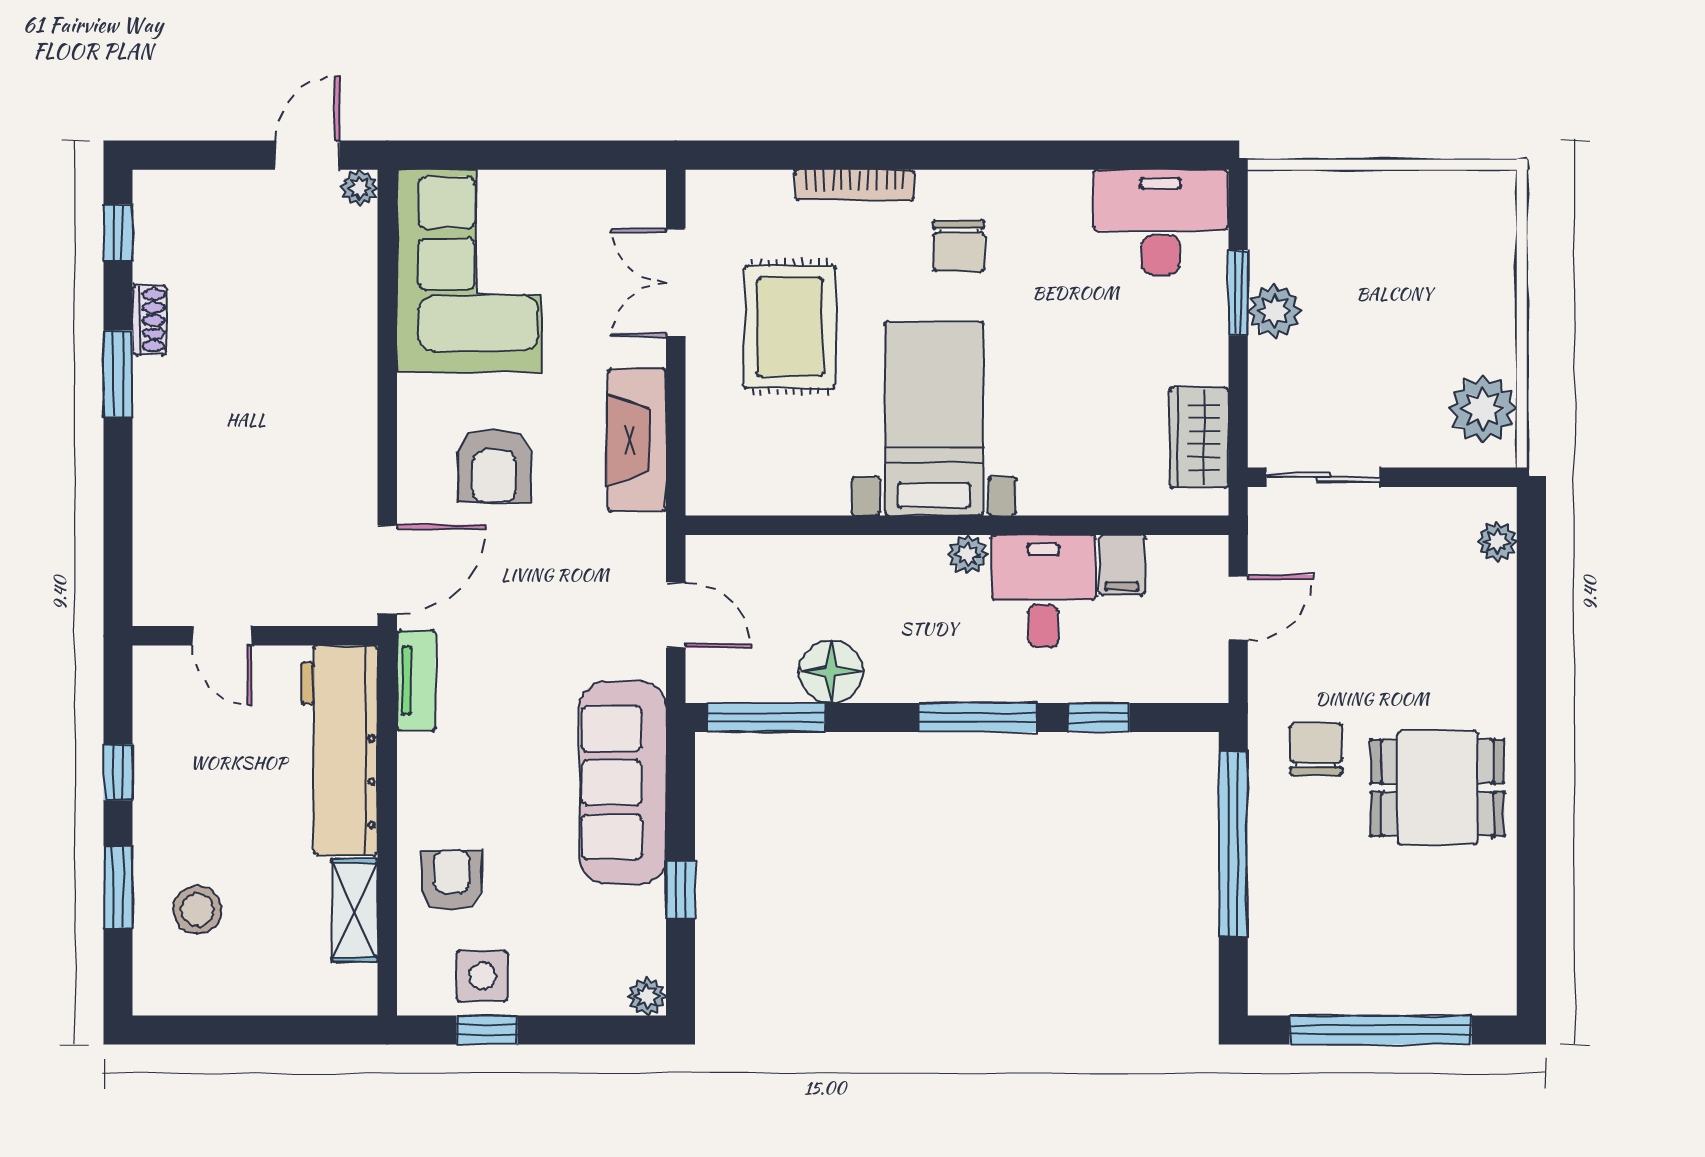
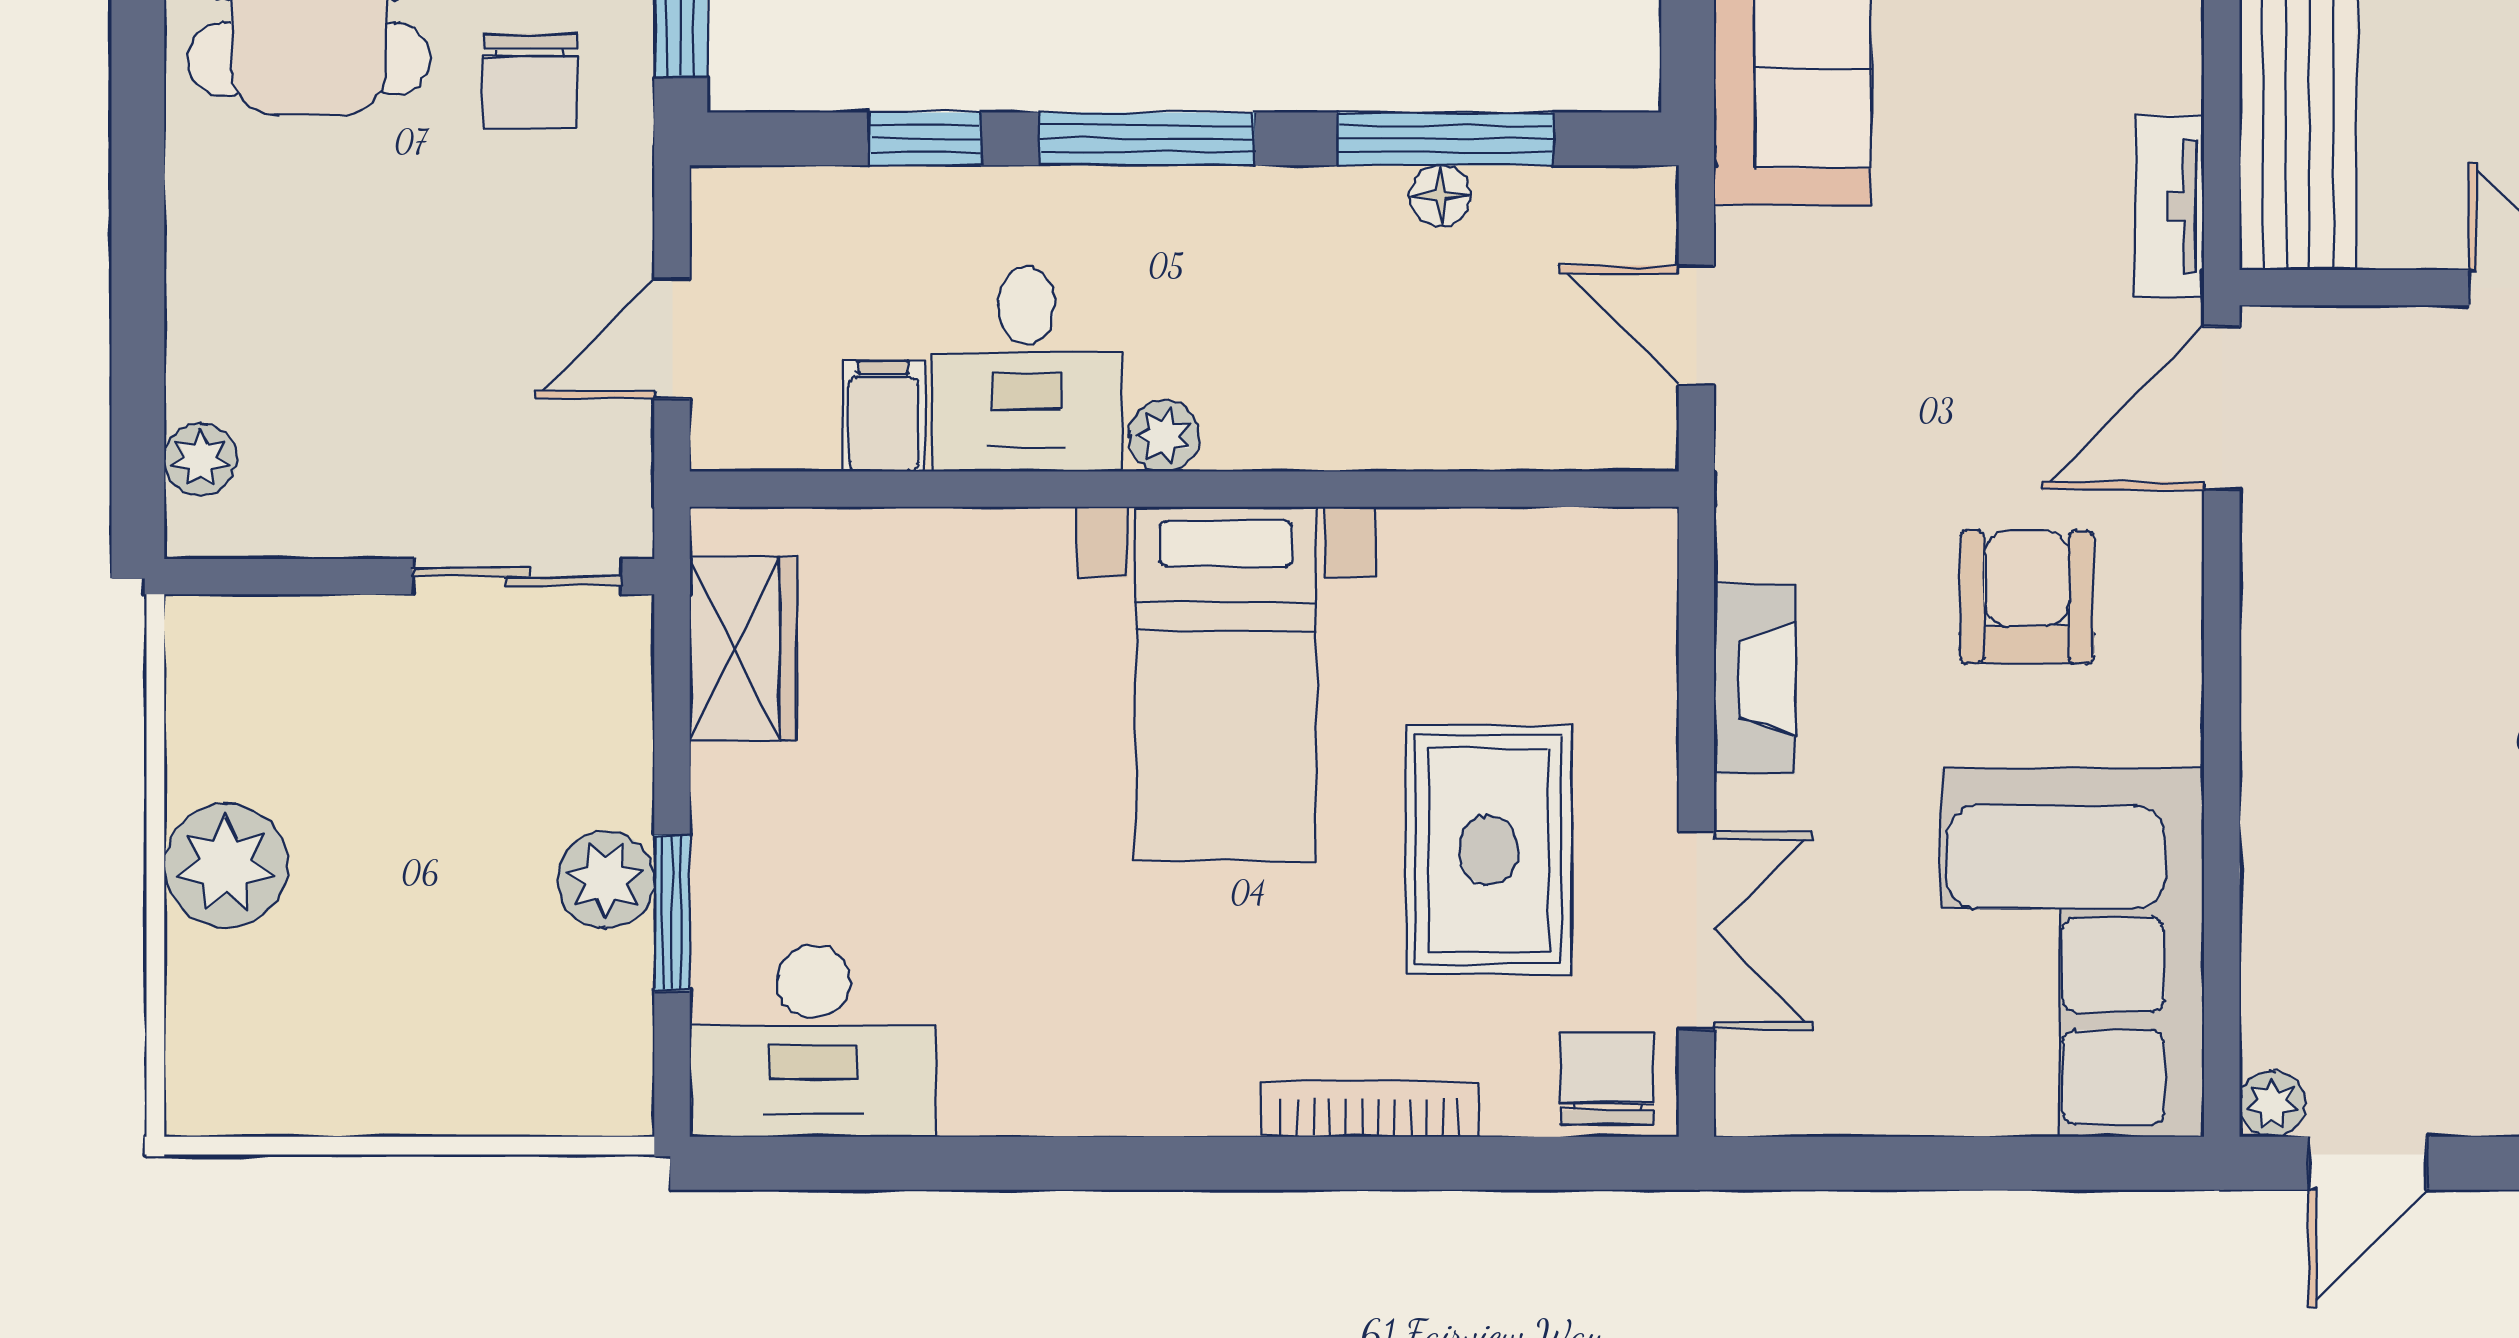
chair: (959, 246) -> (1607, 1079), moved
plant: (1483, 409) -> (226, 866), moved
fireplace: (637, 440) -> (1755, 679), width x0.73, depth x0.76
floor lamp: (831, 672) -> (1441, 196), width x0.53, depth x0.53
window: (766, 718) -> (1446, 139), moved

